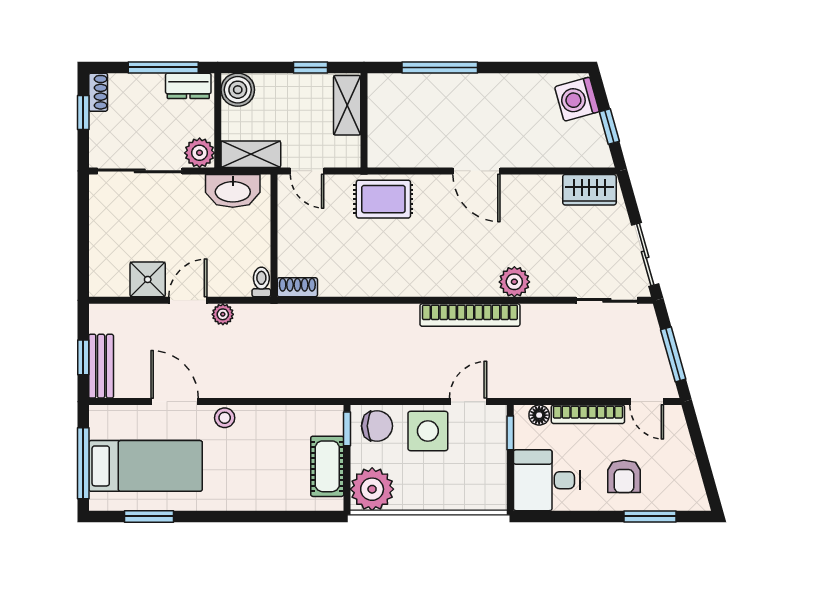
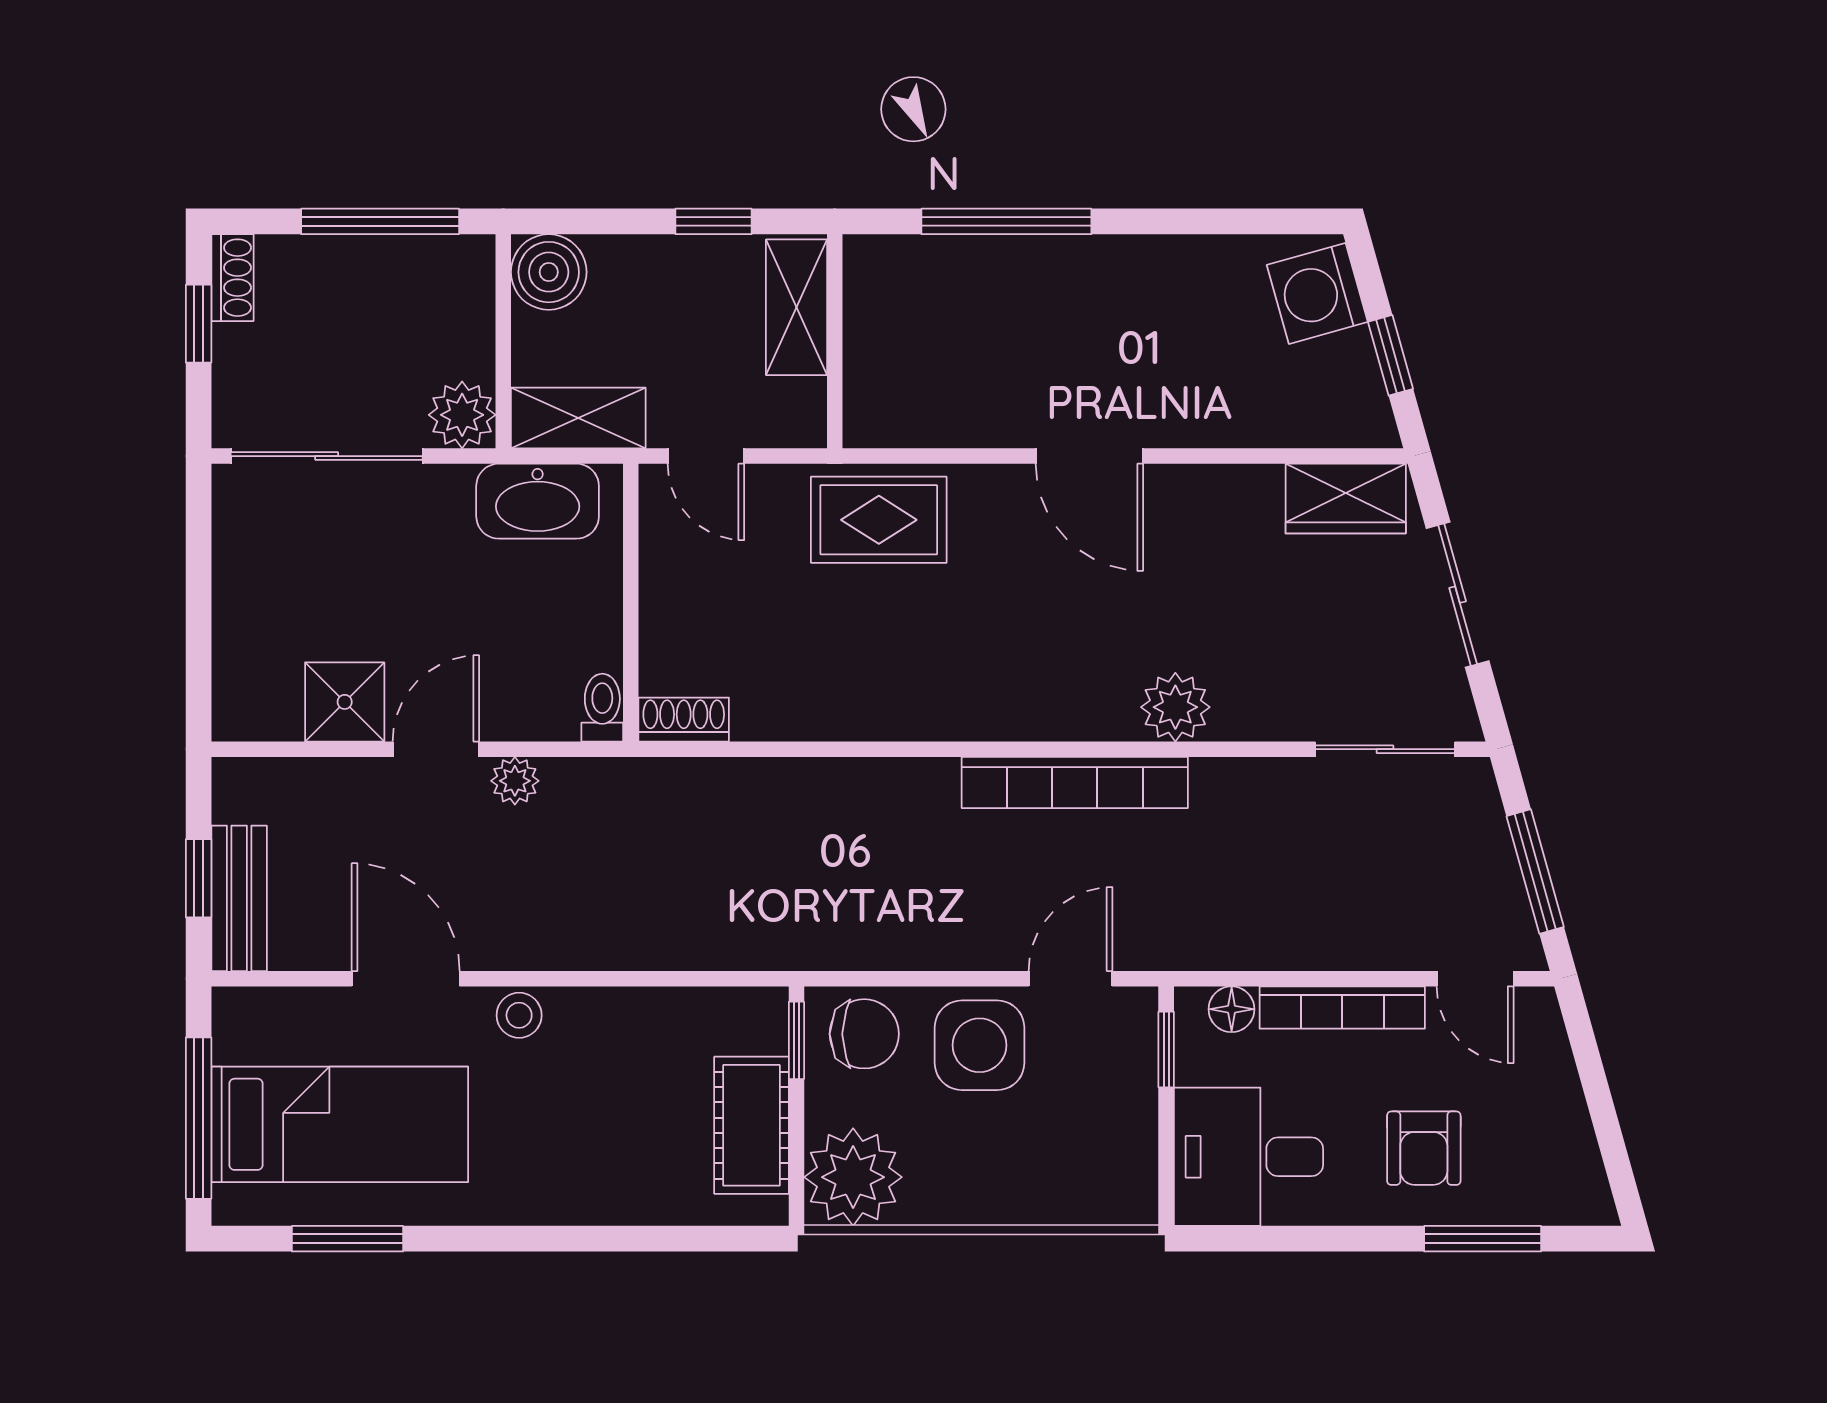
dresser: (188, 86) -> (437, 263), removed
sliding door: (645, 254) -> (1458, 595), moved

